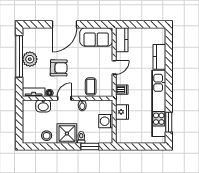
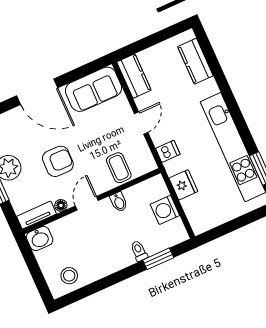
door: (64, 24) -> (37, 92), hinge flipped
kitchen counter: (159, 57) -> (195, 61), moved
washbasin: (43, 106) -> (40, 238), moved
shower: (67, 134) -> (115, 255), removed
stool: (47, 136) -> (69, 276), moved

